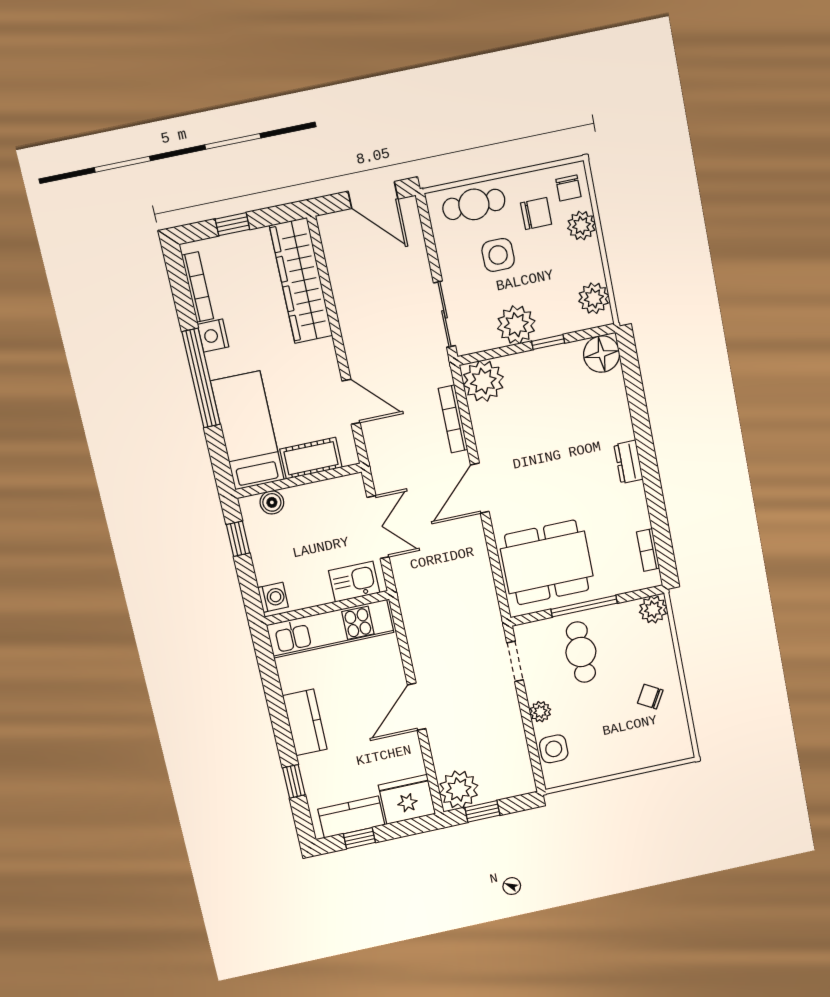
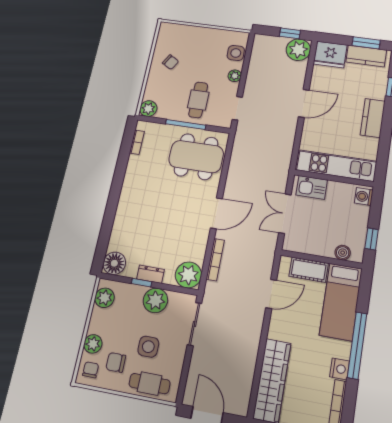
door: (351, 402) -> (271, 294), swing flipped
dresser: (629, 462) -> (151, 274), moved, turned -90
window: (359, 838) -> (366, 43), width x1.50

